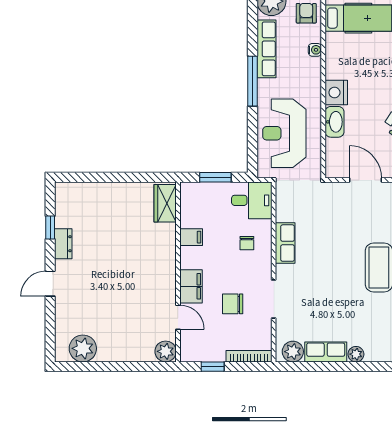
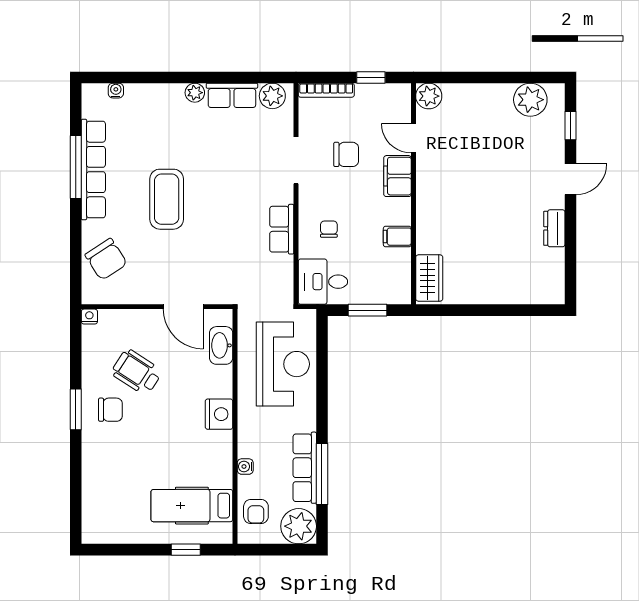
window: (252, 81) -> (322, 474), moved
washbasin: (335, 122) -> (221, 345), moved
window: (50, 227) -> (571, 126), moved

